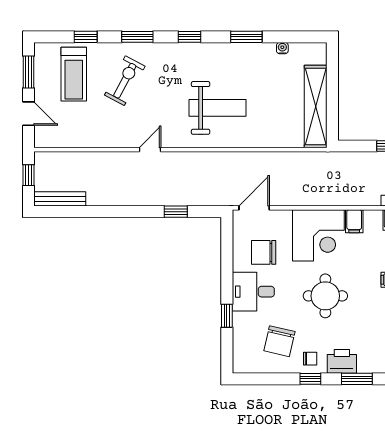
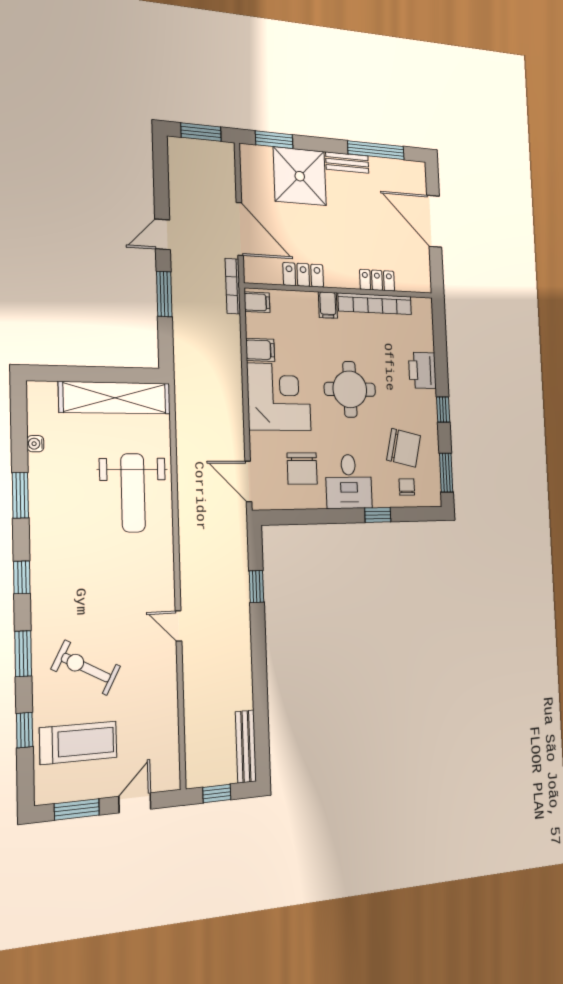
weight bench: (218, 108) -> (133, 493), moved, turned 180
chair: (310, 359) -> (407, 487), moved
window: (357, 379) -> (446, 473), moved

